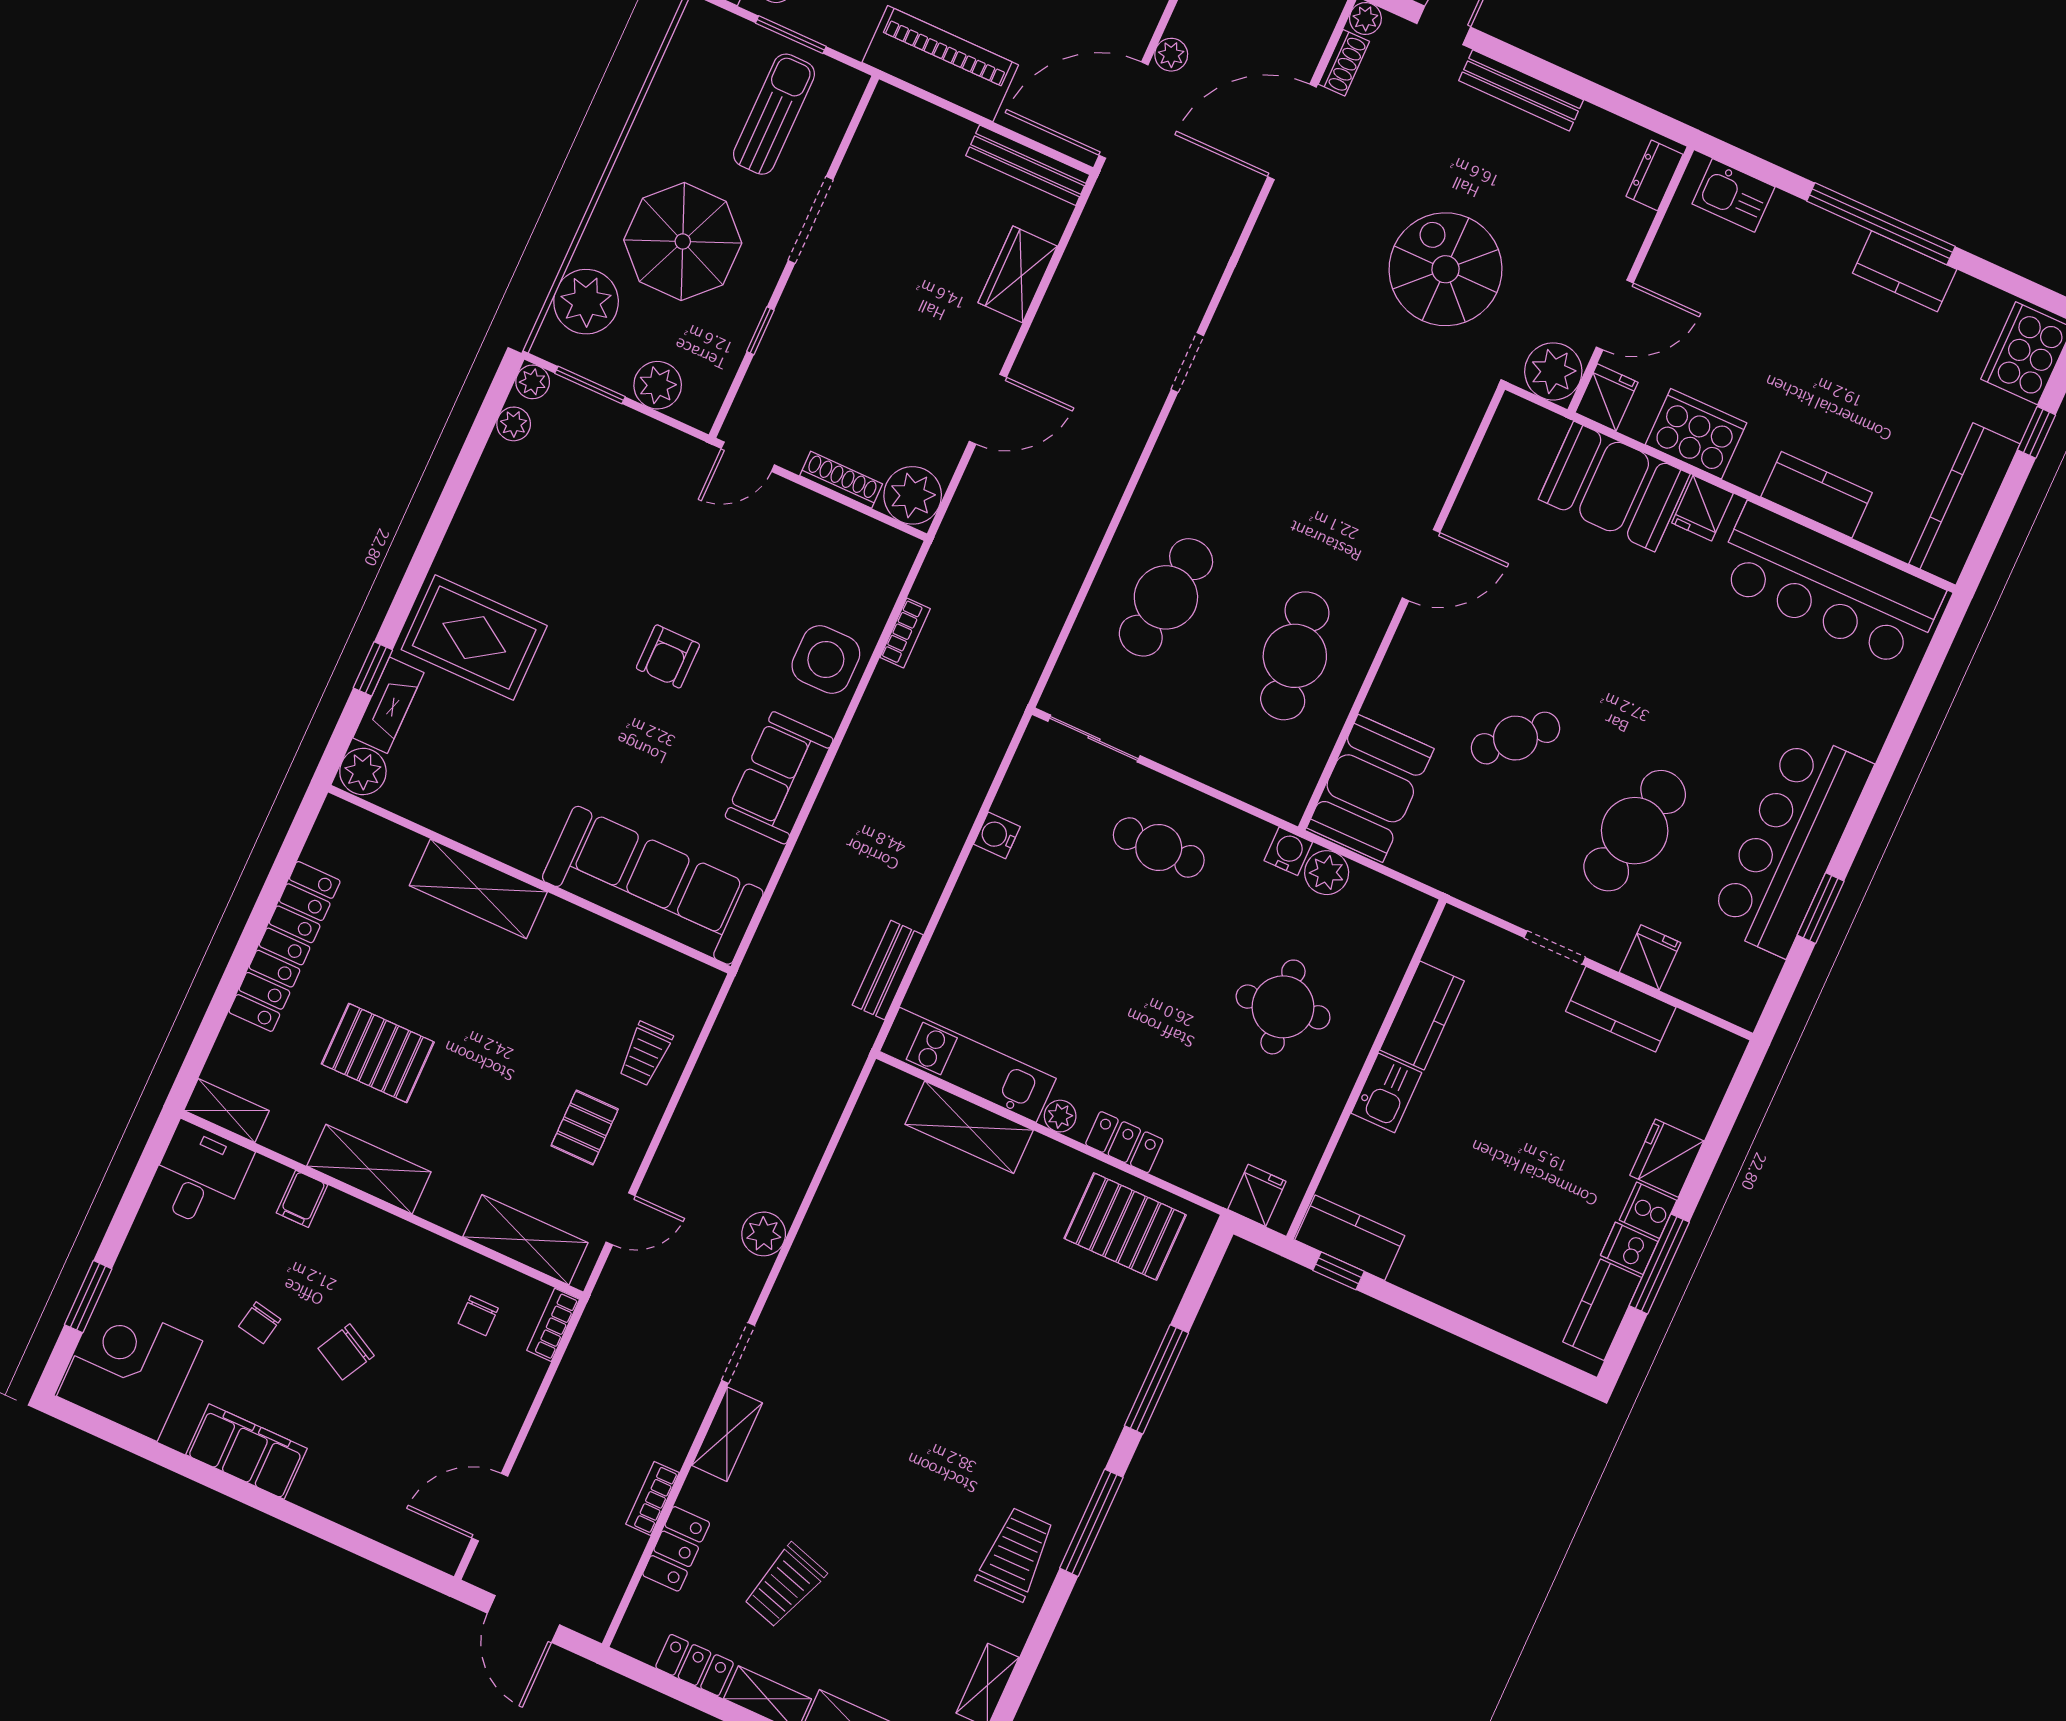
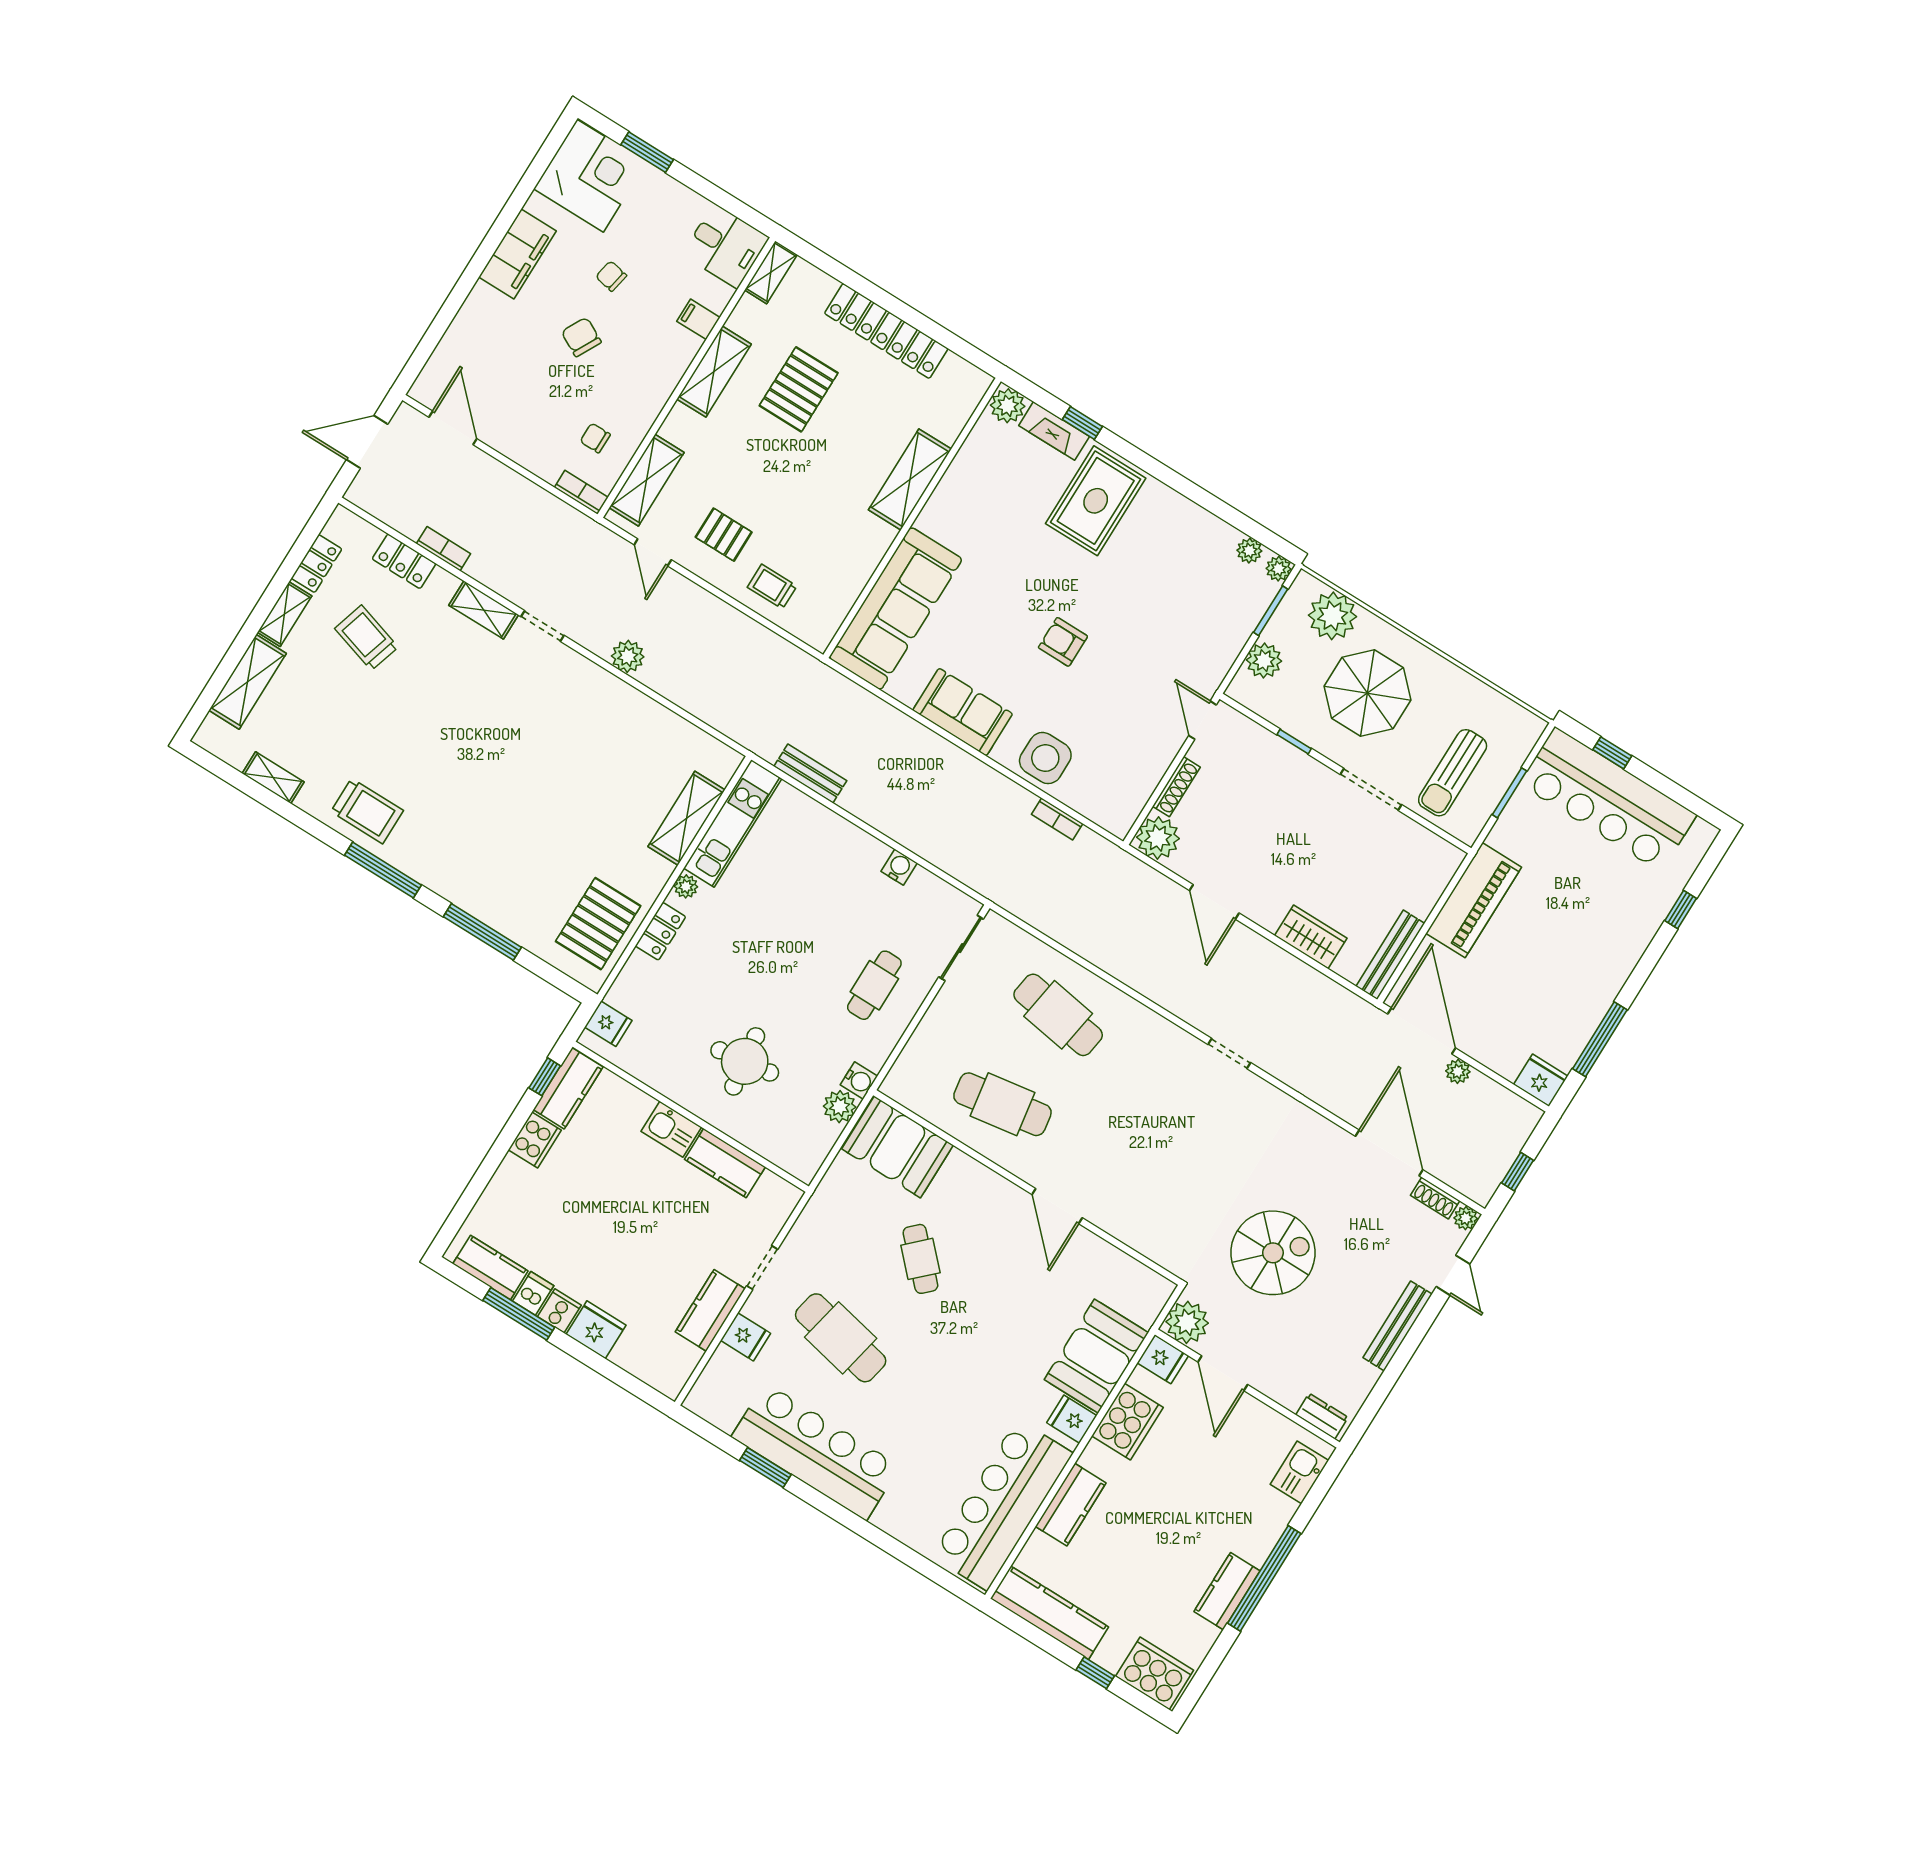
sun lounger: (774, 114) -> (1453, 773), turned 90
cooker: (1425, 1273) -> (535, 1140), added

